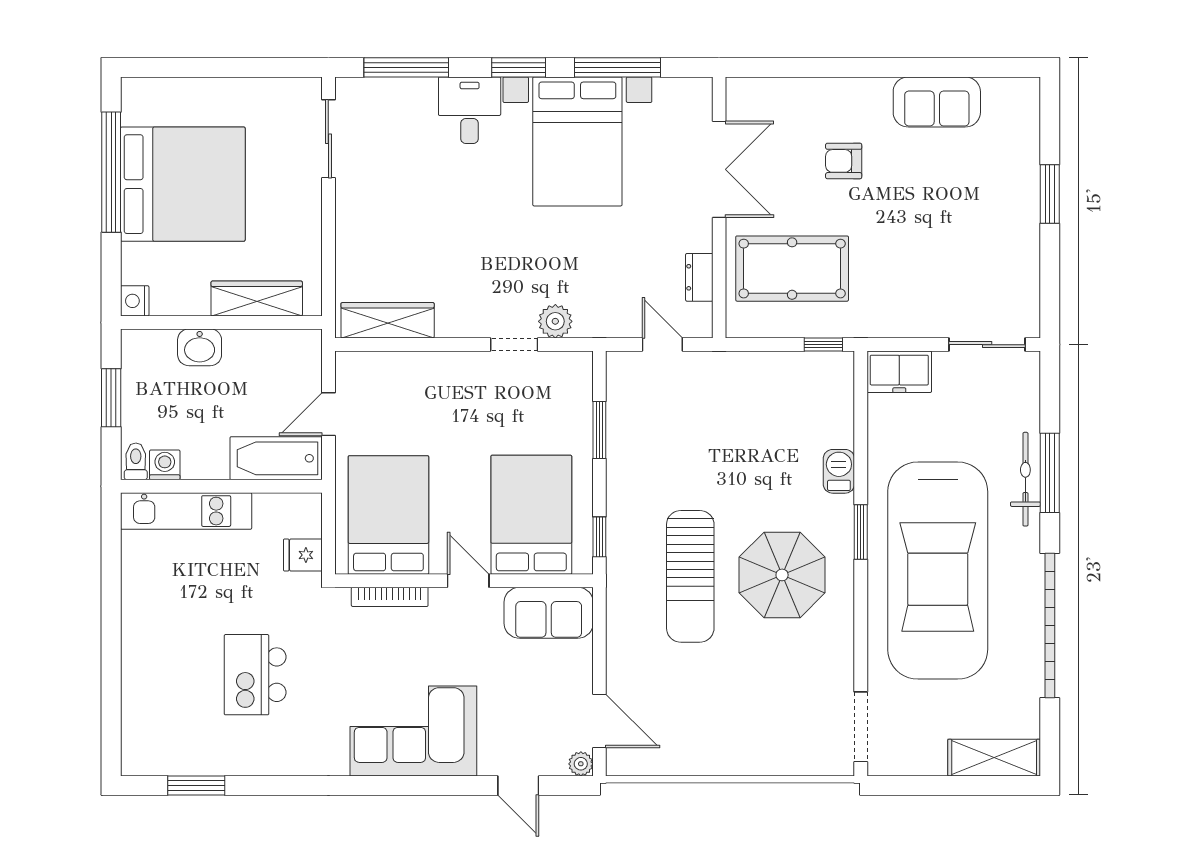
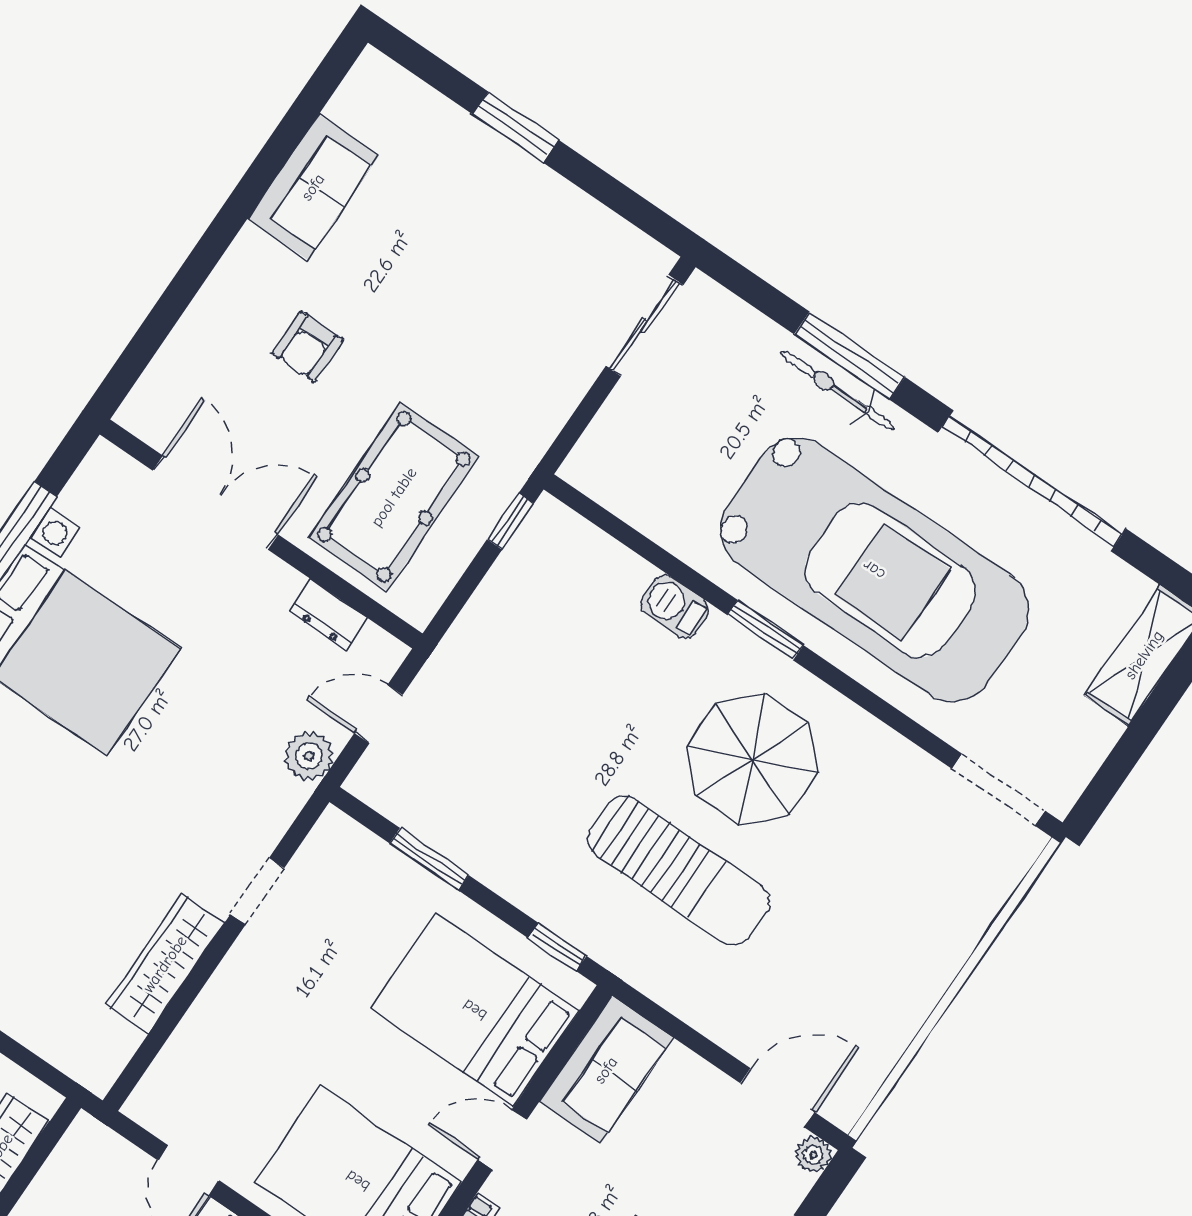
wardrobe: (388, 320) -> (165, 964), moved
plant: (555, 321) -> (309, 756), moved
freezer: (899, 372) -> (605, 453), removed

